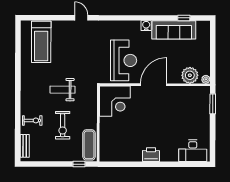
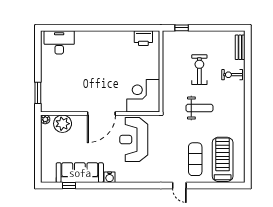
exercise mat: (89, 145) -> (195, 159), moved
printer: (151, 155) -> (143, 38), moved

